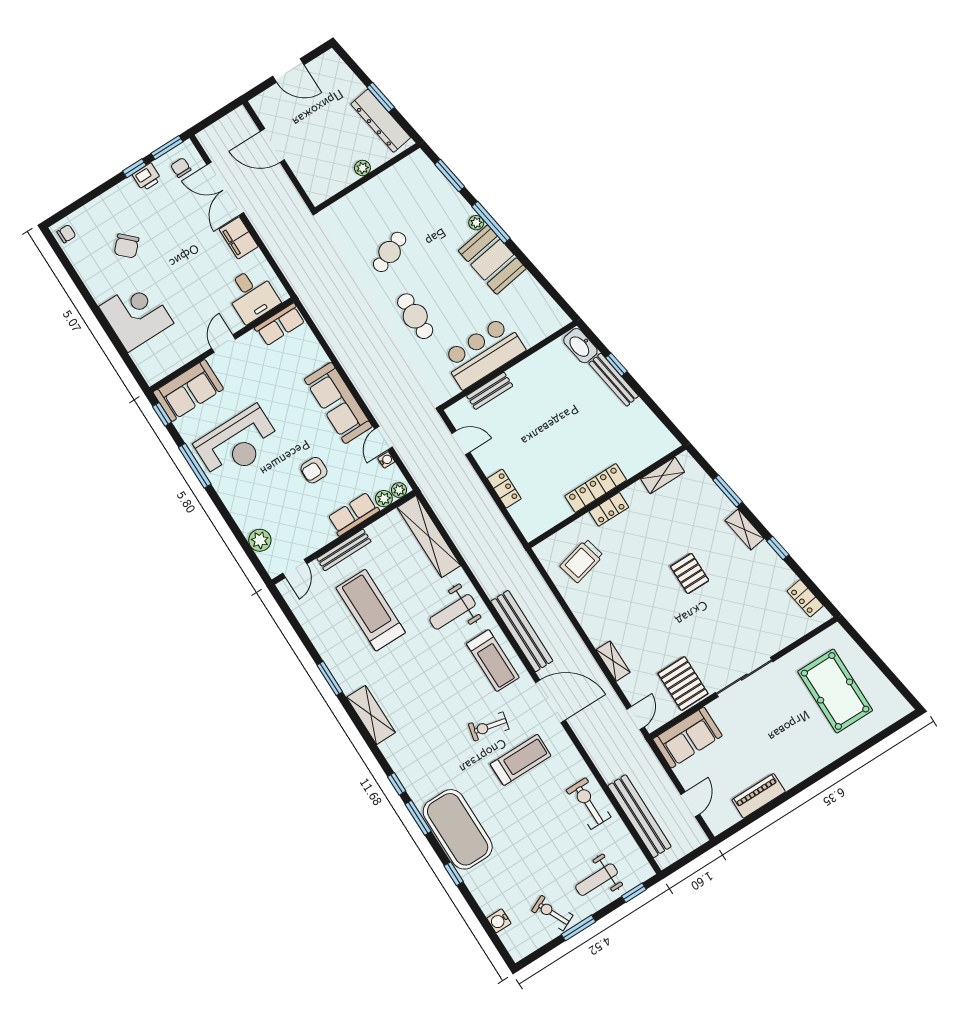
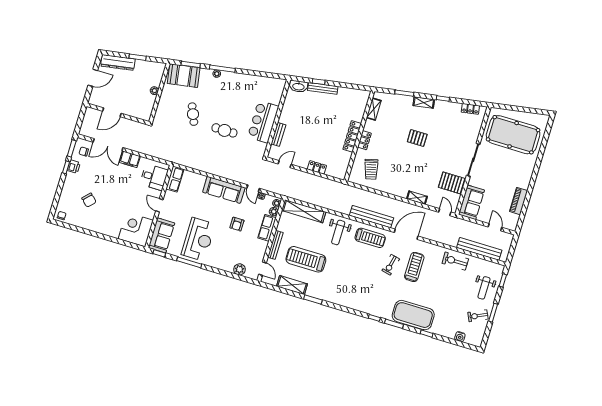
dresser: (381, 121) -> (118, 63), moved
booth: (492, 260) -> (184, 76), moved
corner desk: (136, 315) -> (136, 230), moved
pool table: (835, 691) -> (513, 135), width x1.36, depth x1.32
shelving: (371, 715) -> (292, 285), moved

